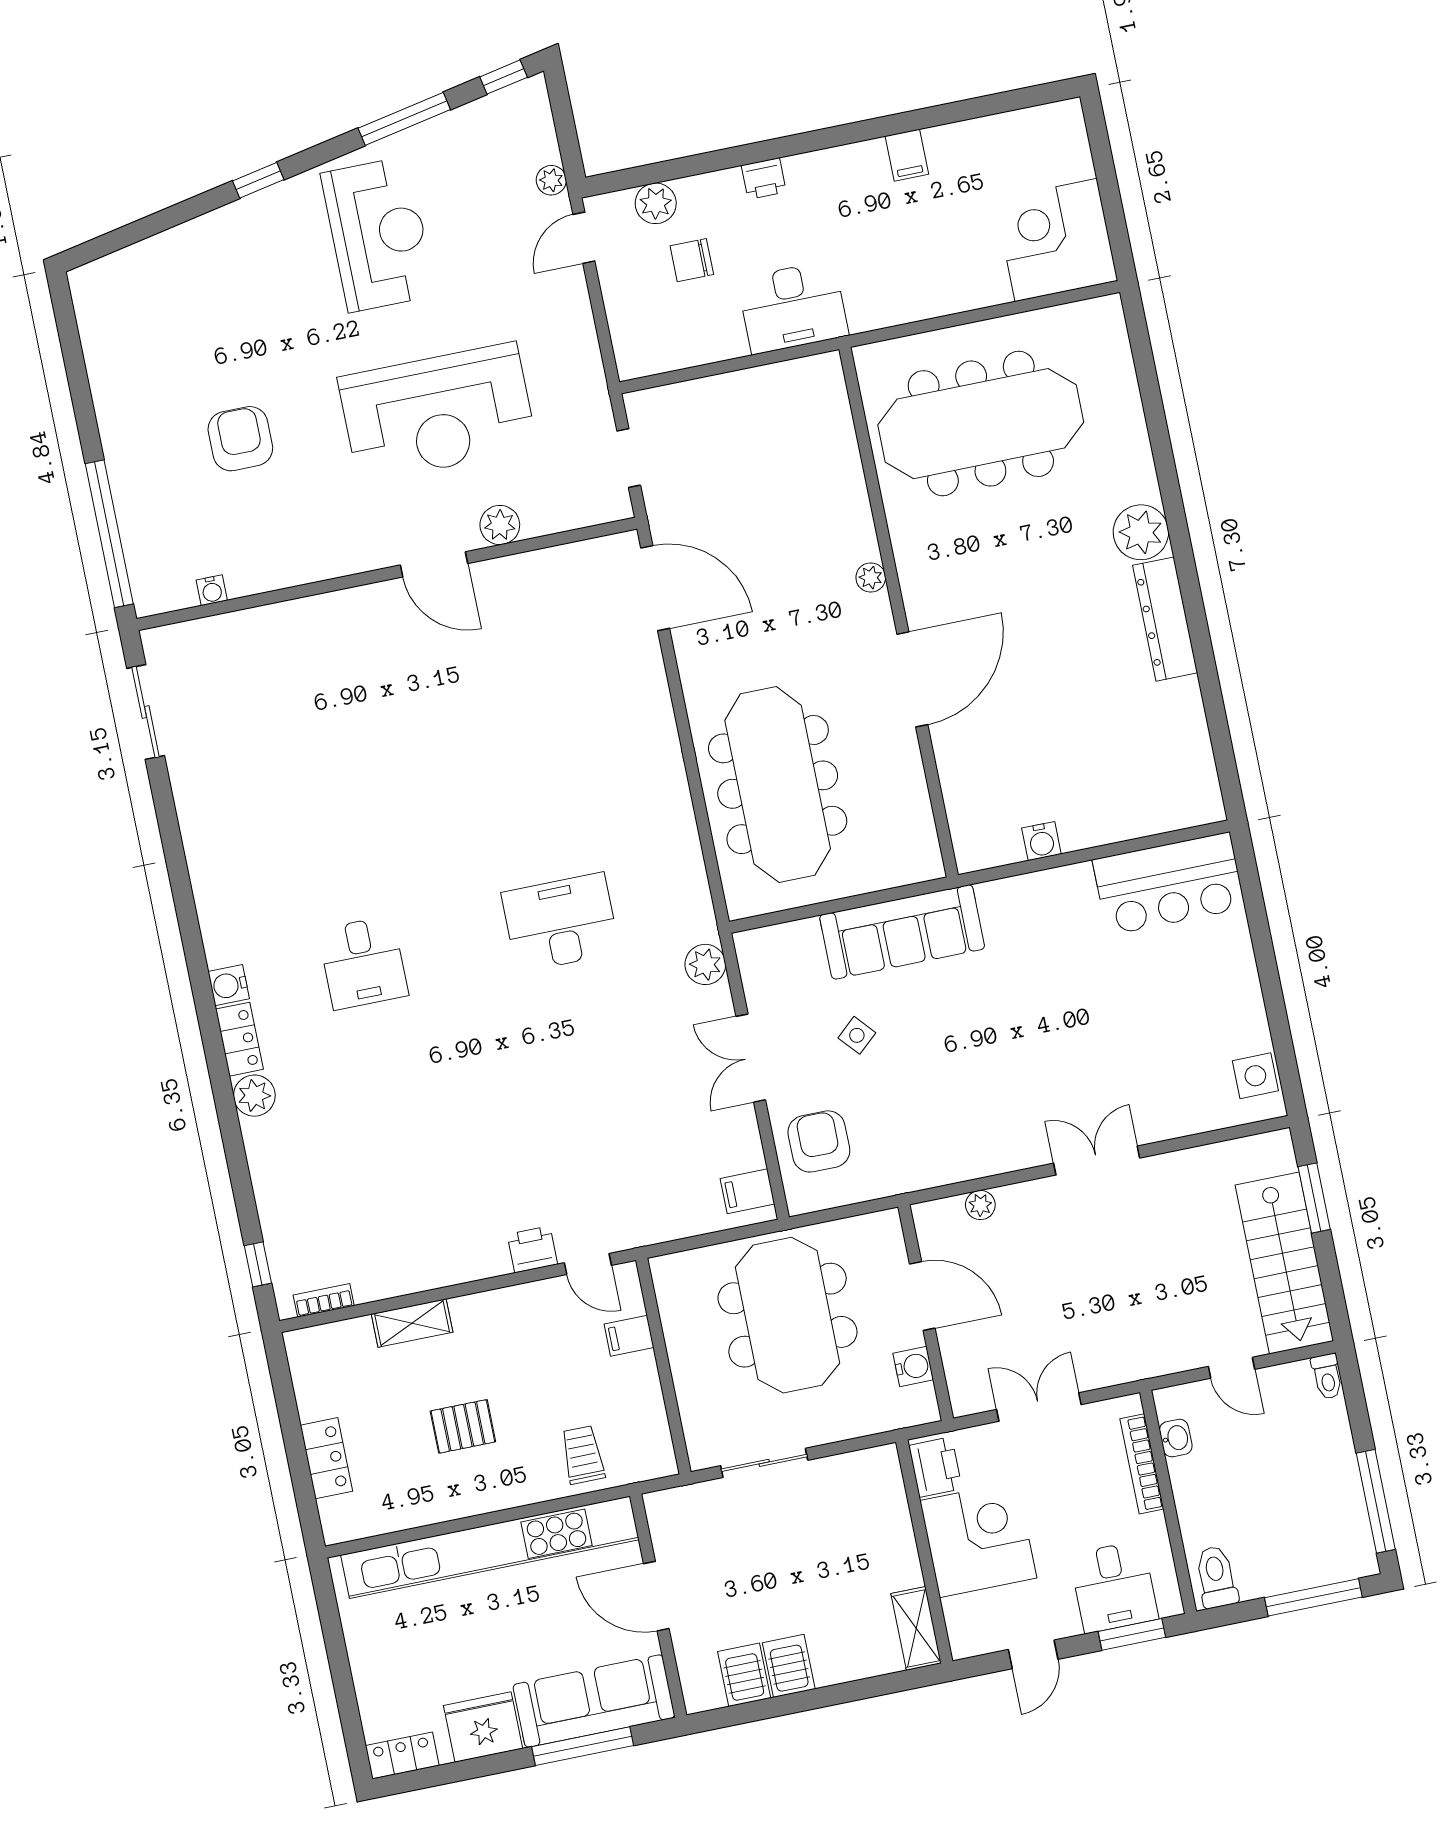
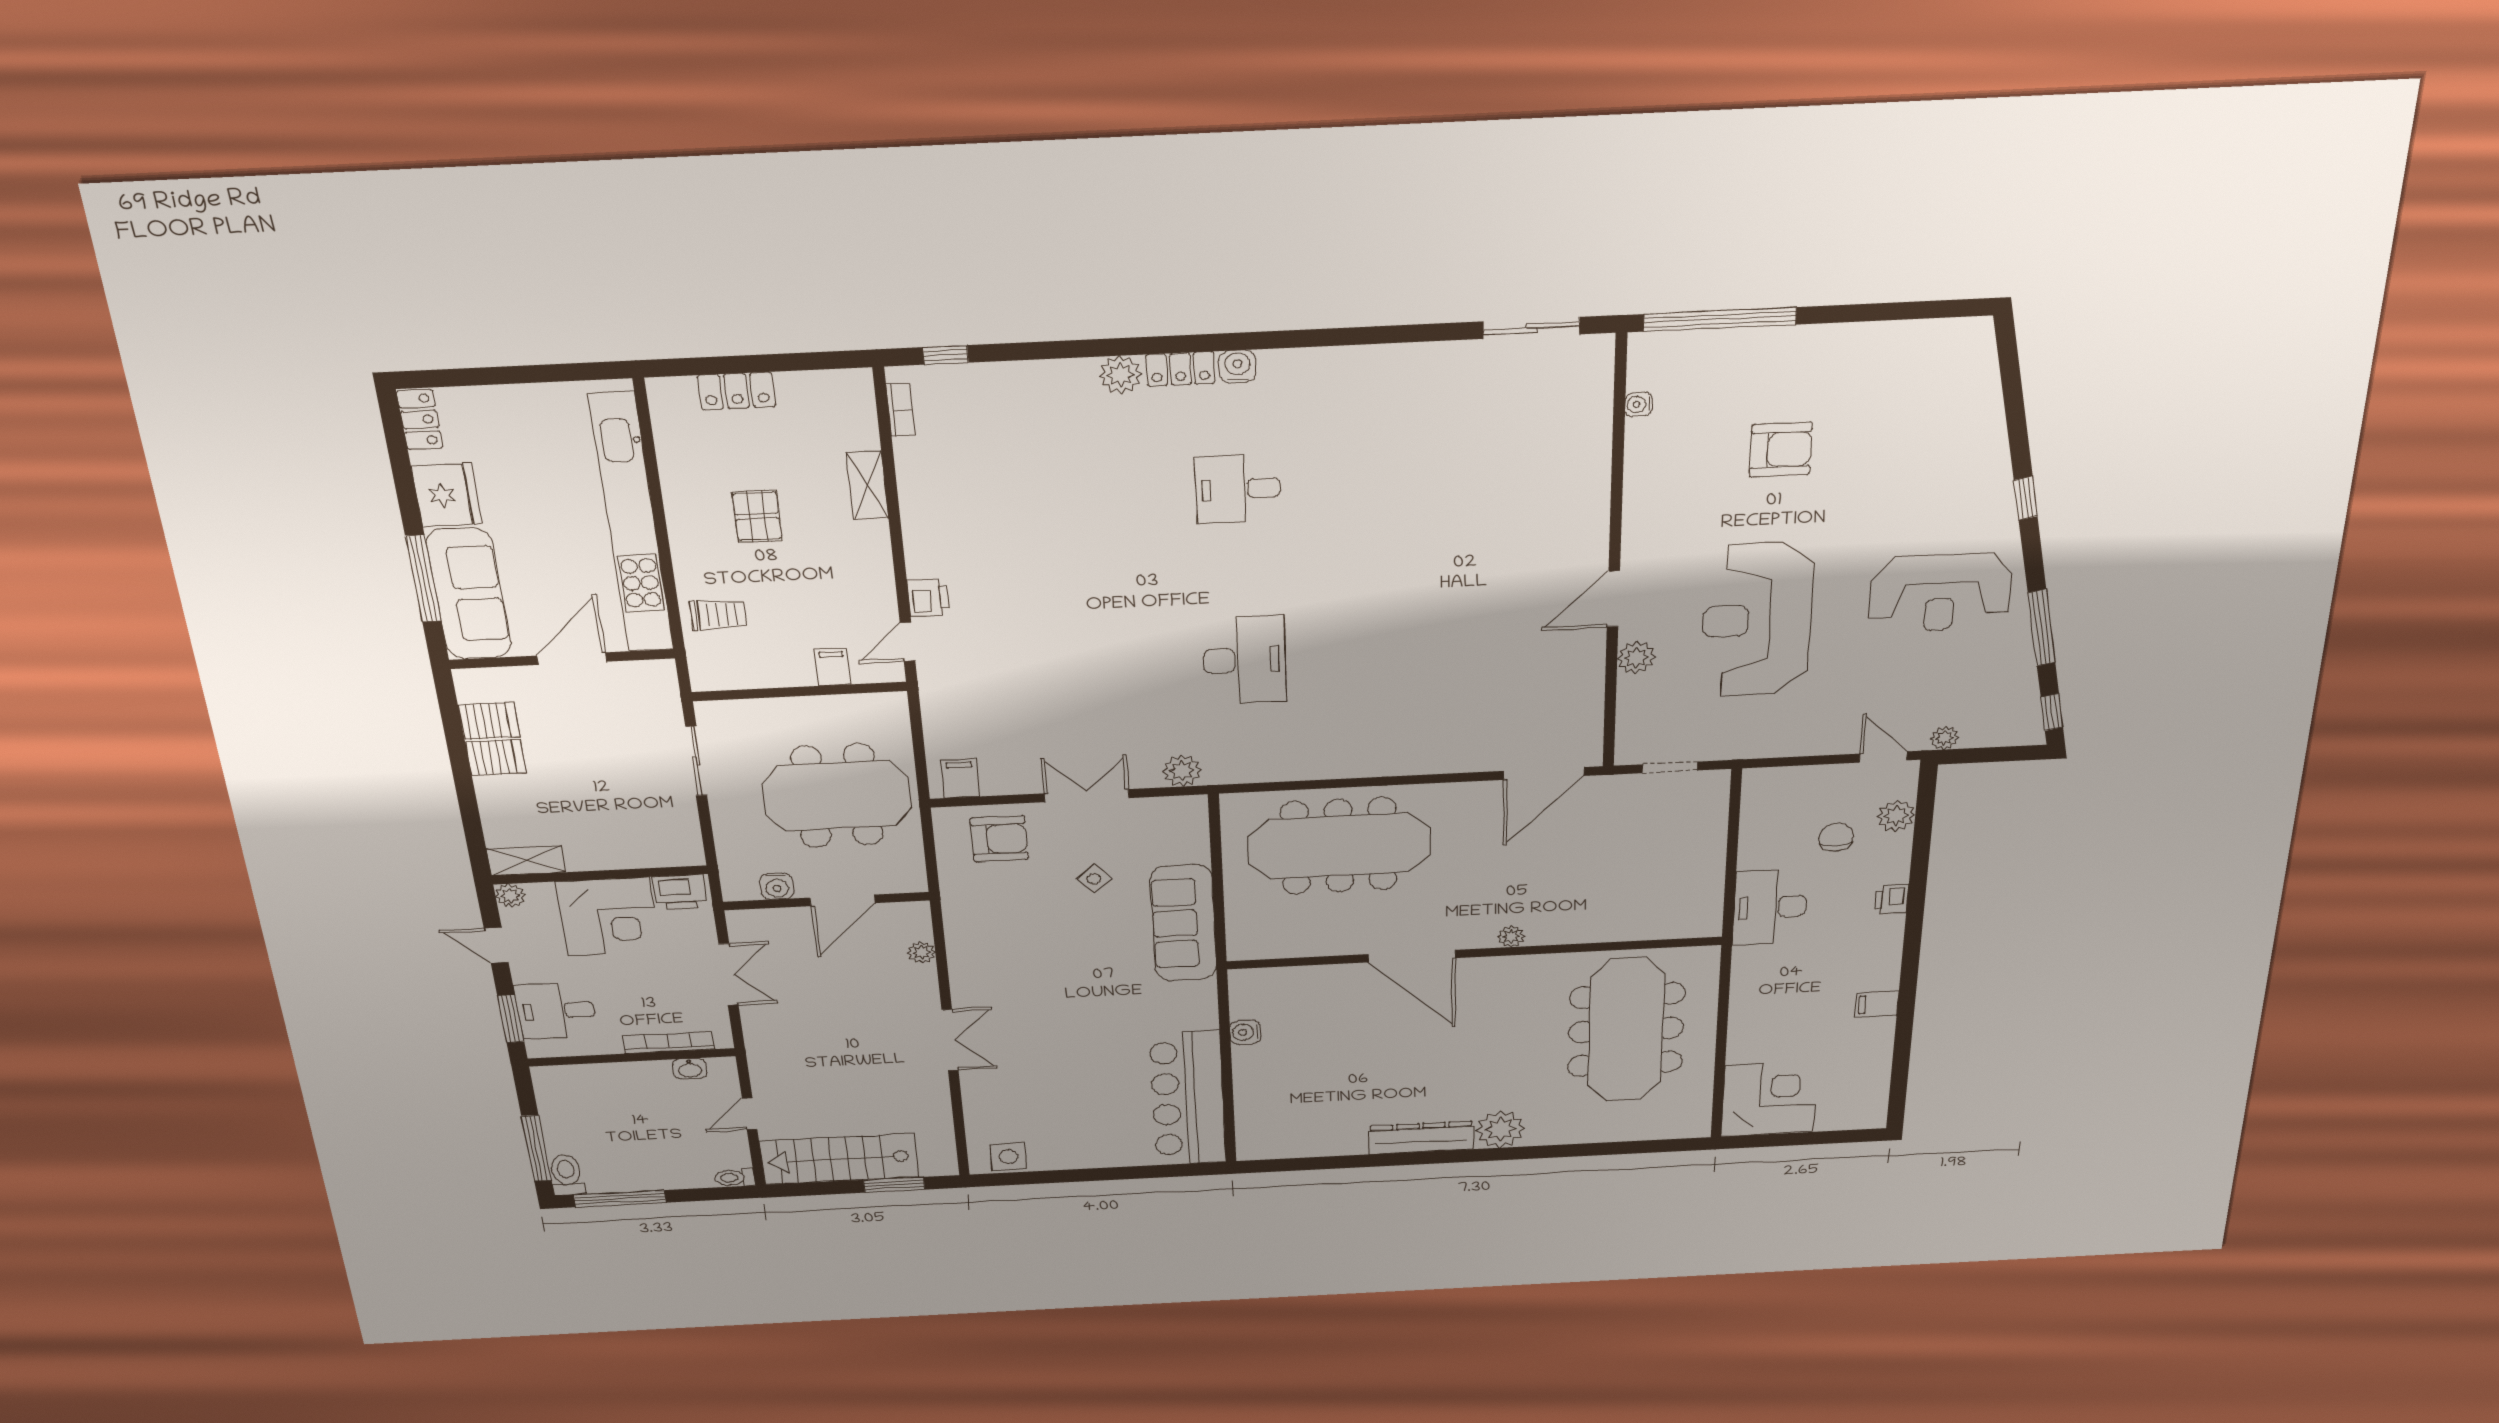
bar counter: (1169, 884) -> (1188, 1098), width x1.36
toilet: (1216, 1577) -> (567, 1175), moved, turned -90
plant: (965, 1643) -> (510, 896), added

